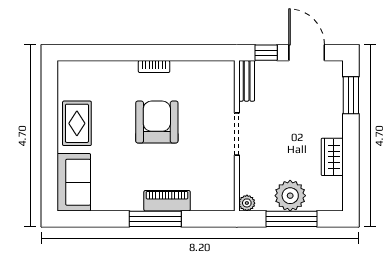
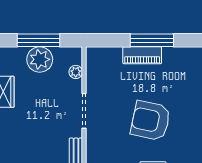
armchair: (157, 122) -> (151, 121), turned 102
plant: (247, 203) -> (76, 72), moved

